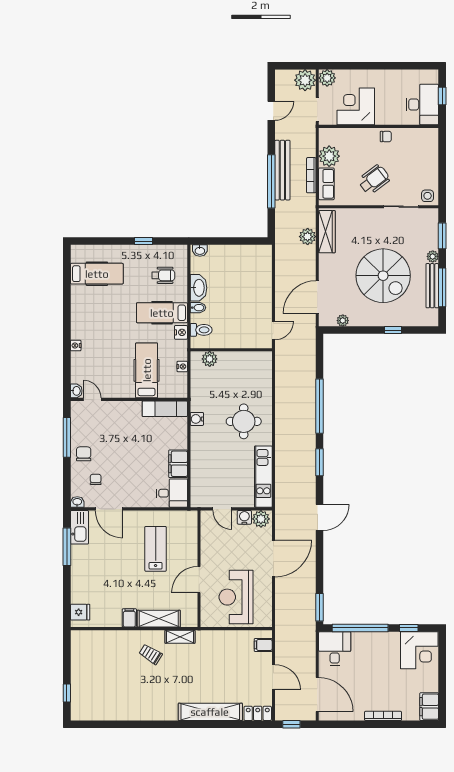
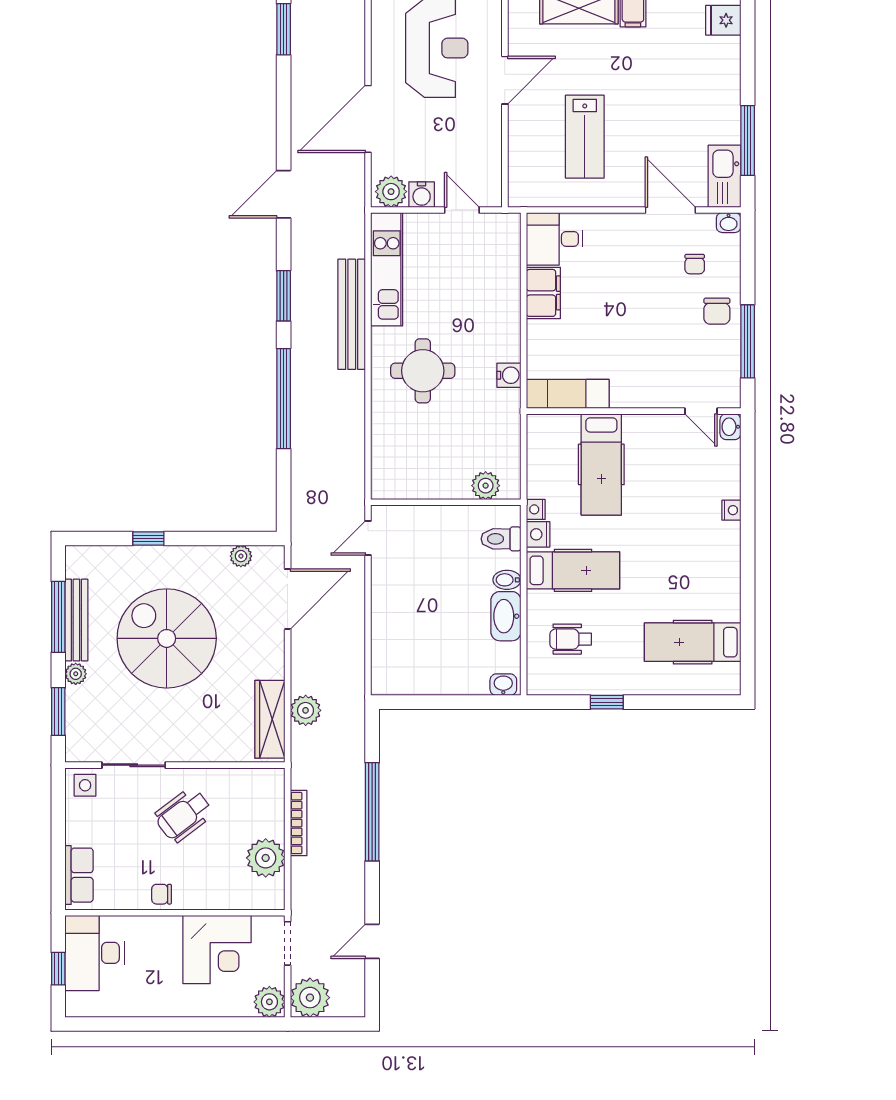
bench: (282, 170) -> (352, 314), moved
row of seats: (326, 184) -> (79, 875), moved, turned 180
nightstand: (182, 366) -> (536, 509), moved

